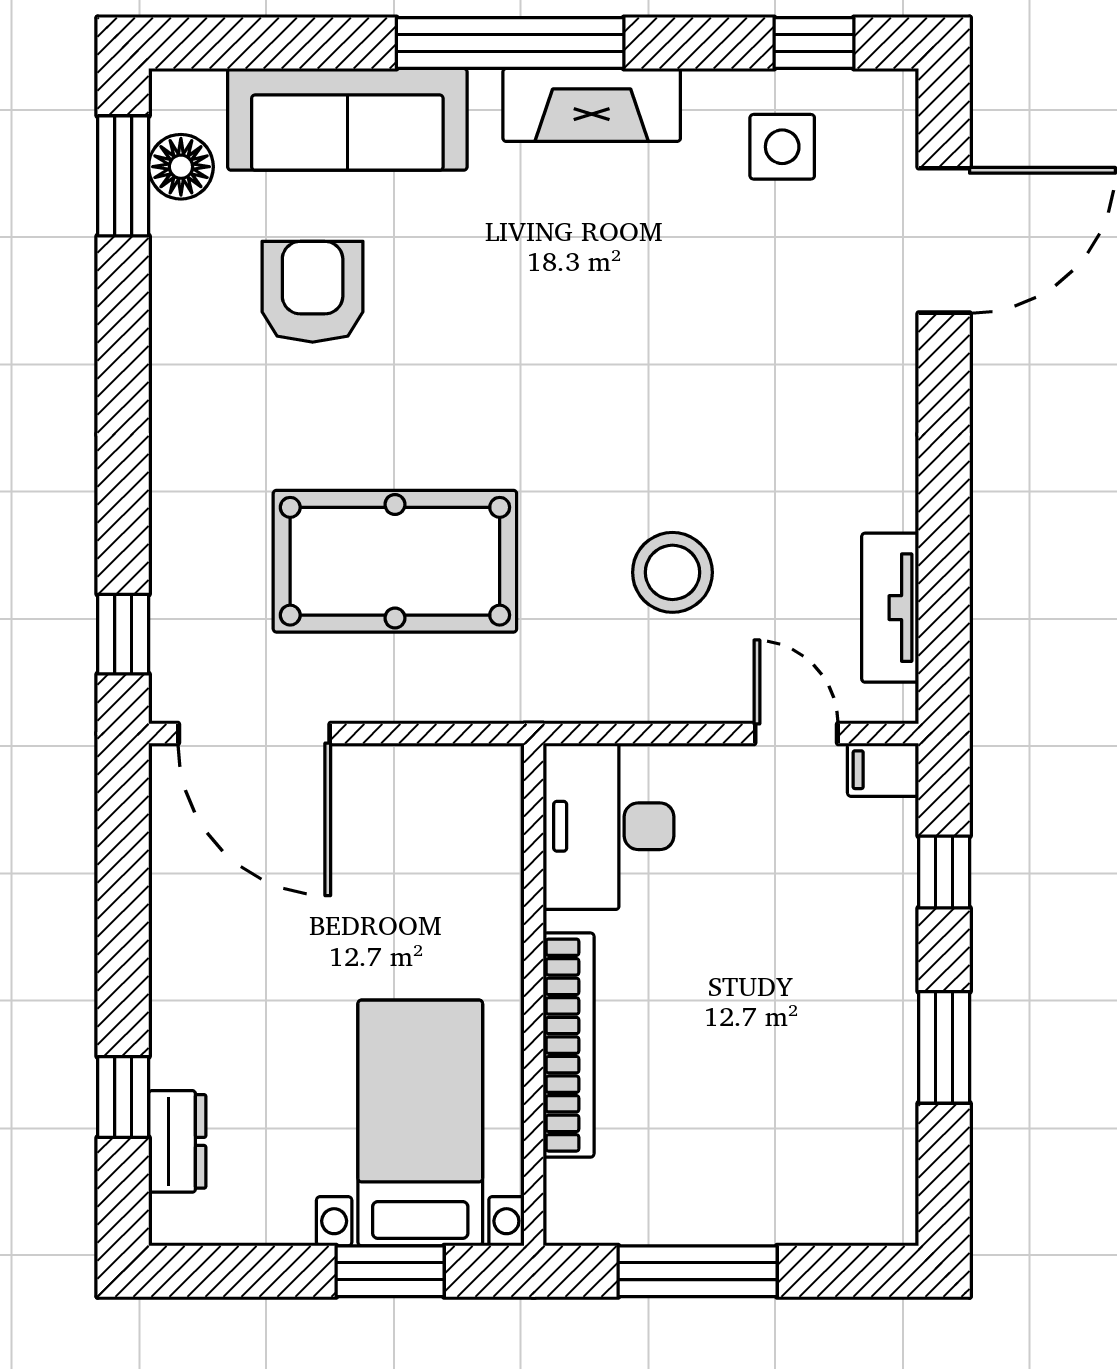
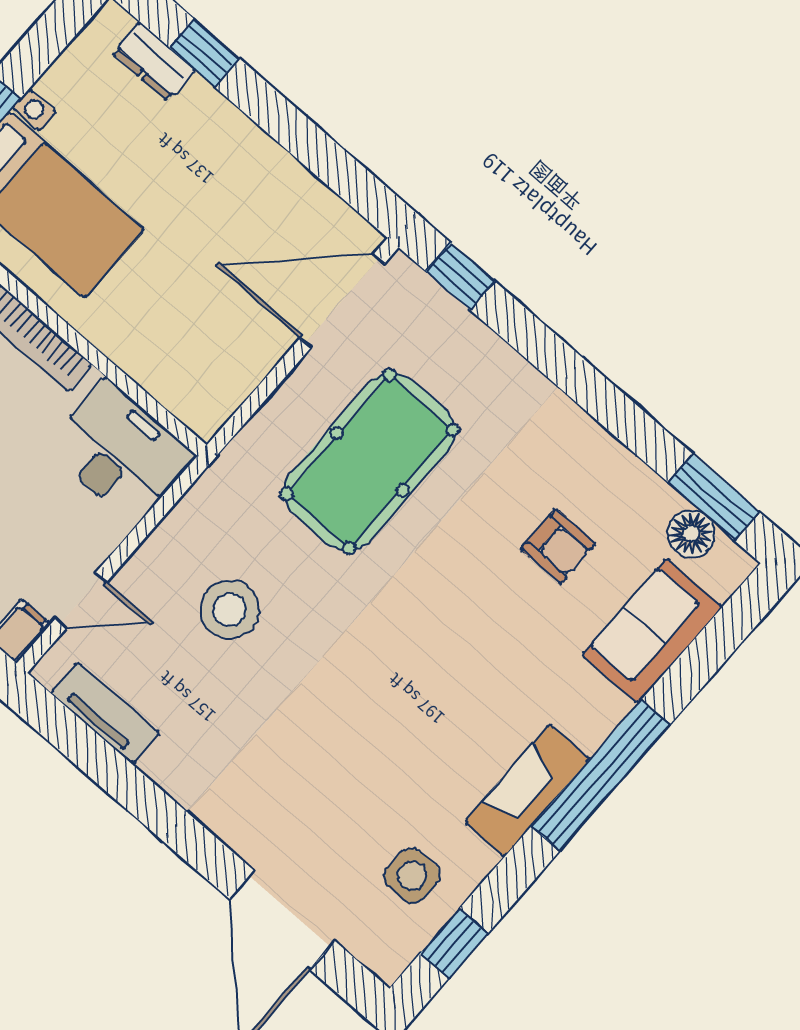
sofa: (347, 119) -> (652, 631), width x0.73
armchair: (313, 292) -> (558, 546), width x0.72, depth x0.72

